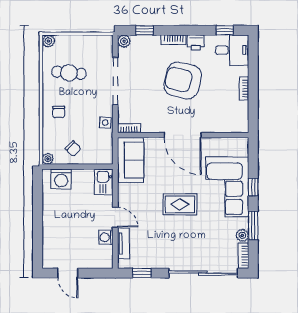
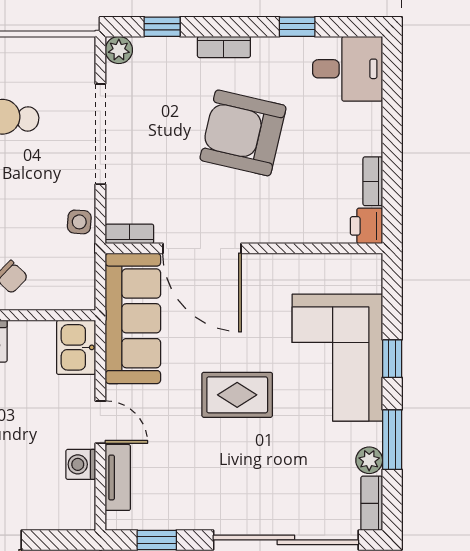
window: (225, 30) -> (297, 27), moved
printer: (196, 42) -> (366, 226), moved, turned 90
bookcase: (244, 89) -> (373, 181), moved
door: (183, 135) -> (202, 248), moved
sofa: (131, 160) -> (133, 318), width x1.36

